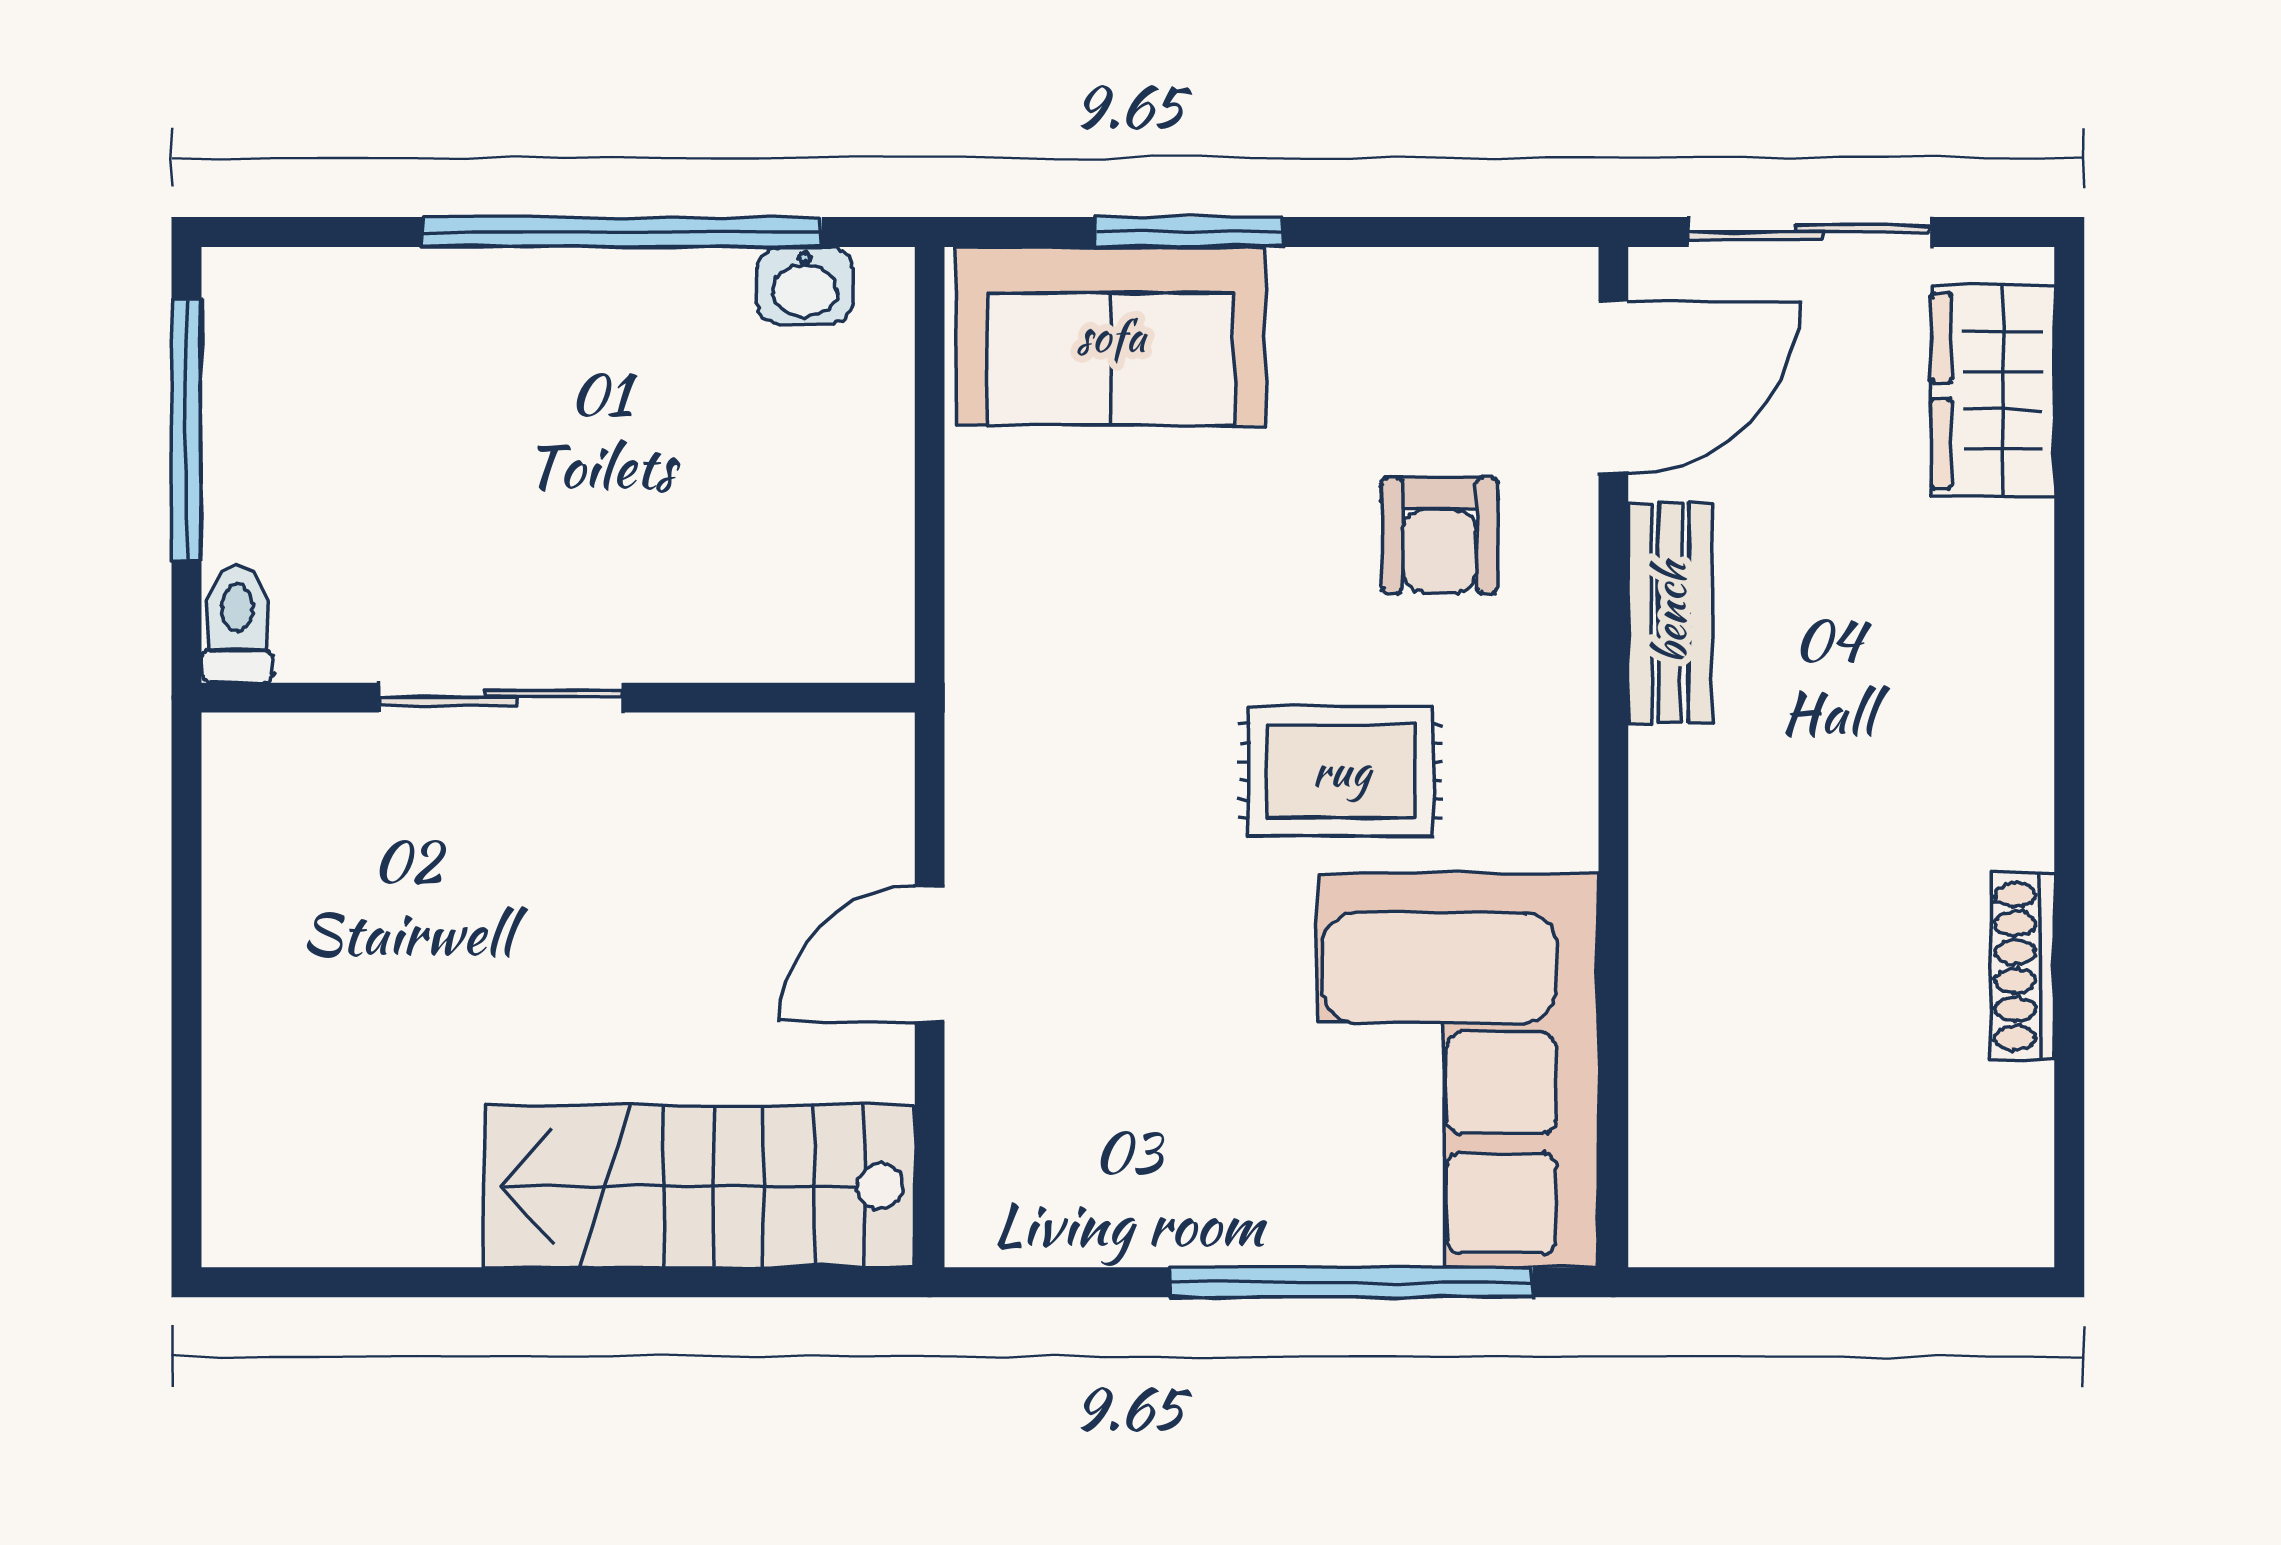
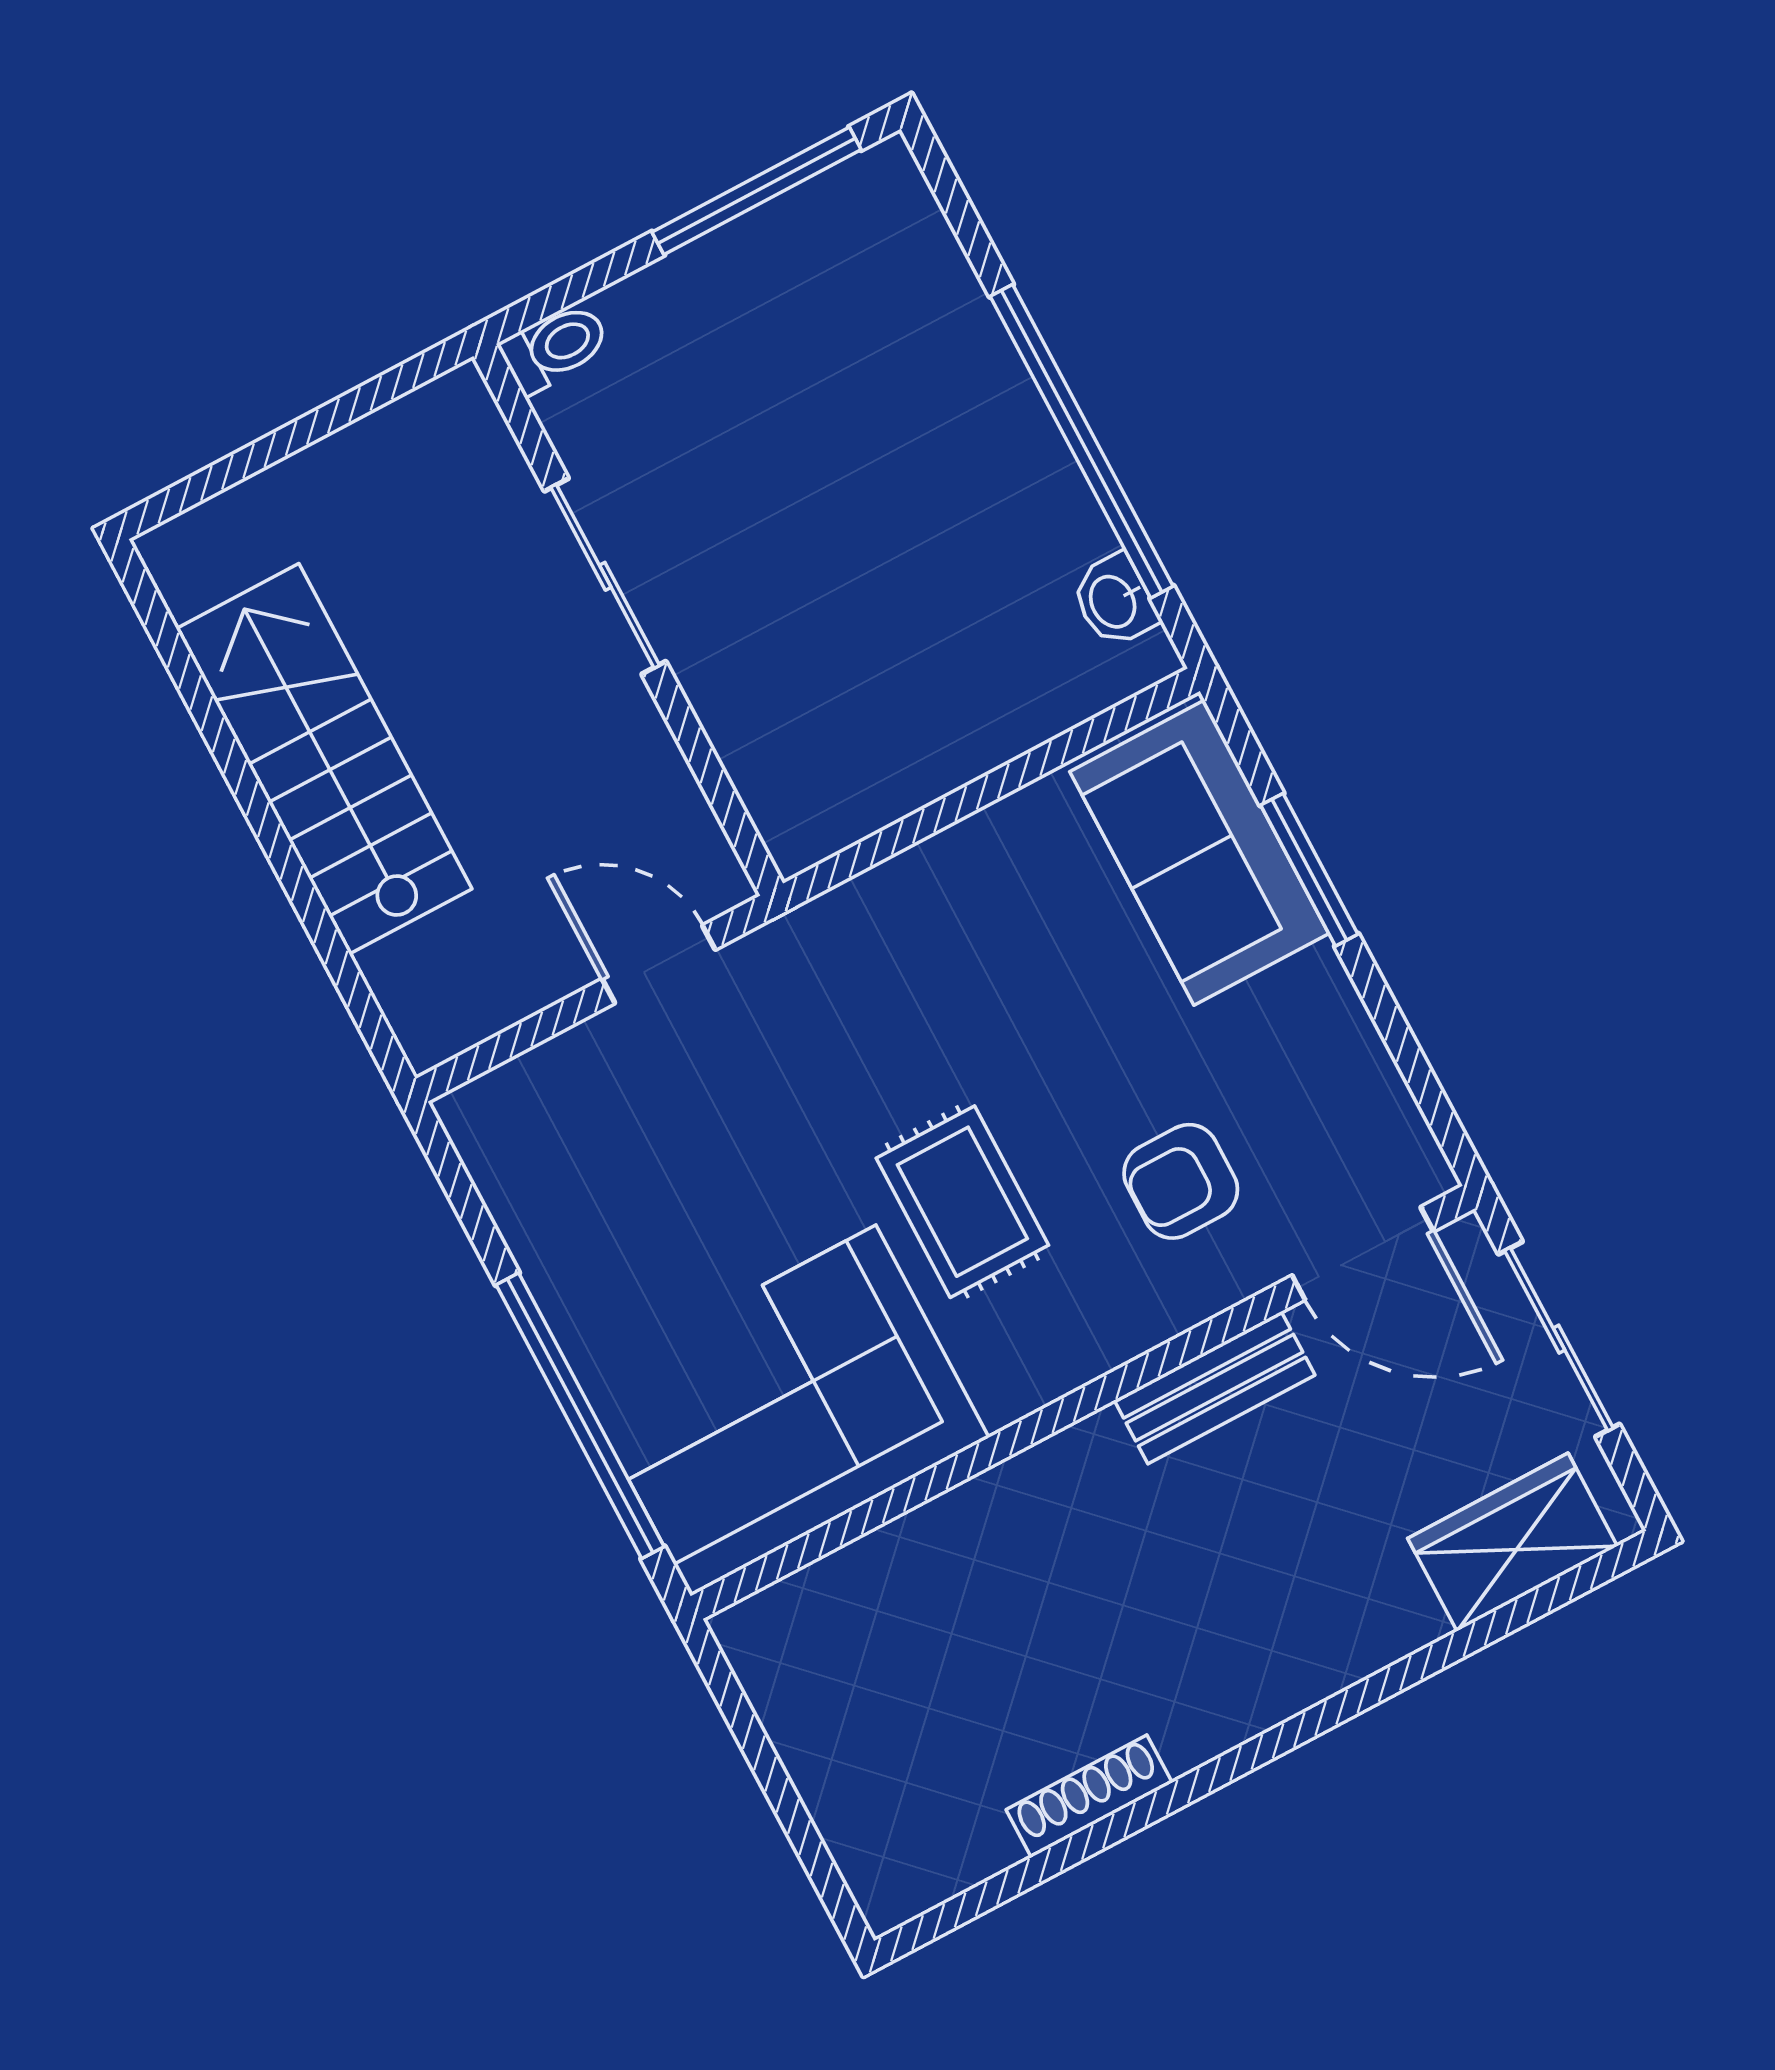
toilet: (237, 624) -> (555, 348), moved
sliding door: (501, 698) -> (605, 576), moved
wall: (558, 698) -> (628, 620), moved
stairs: (700, 1186) -> (324, 759), moved

